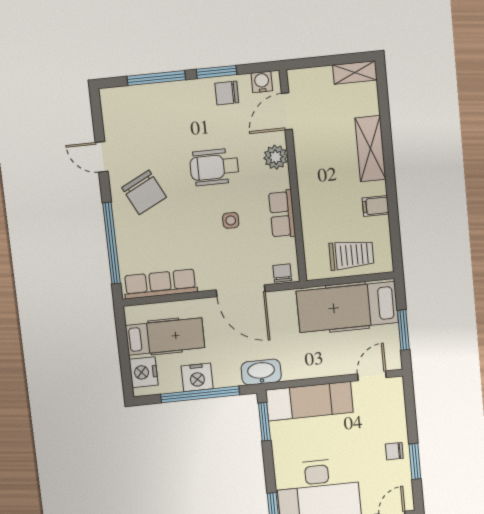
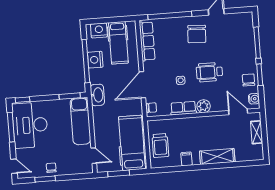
shelving: (355, 72) -> (257, 132), moved
plant: (276, 157) -> (204, 106), moved
wheelchair: (214, 167) -> (209, 72), turned -90
chair: (144, 192) -> (197, 34), turned -60

